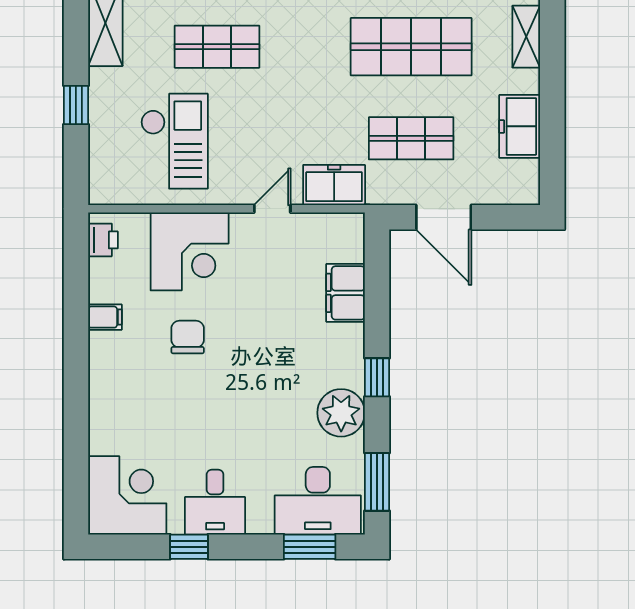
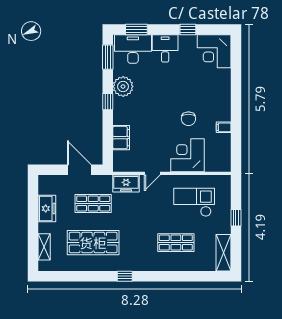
checkout: (174, 141) -> (194, 202), turned 90
printer: (103, 240) -> (225, 160), removed
desk: (215, 502) -> (165, 48), moved

